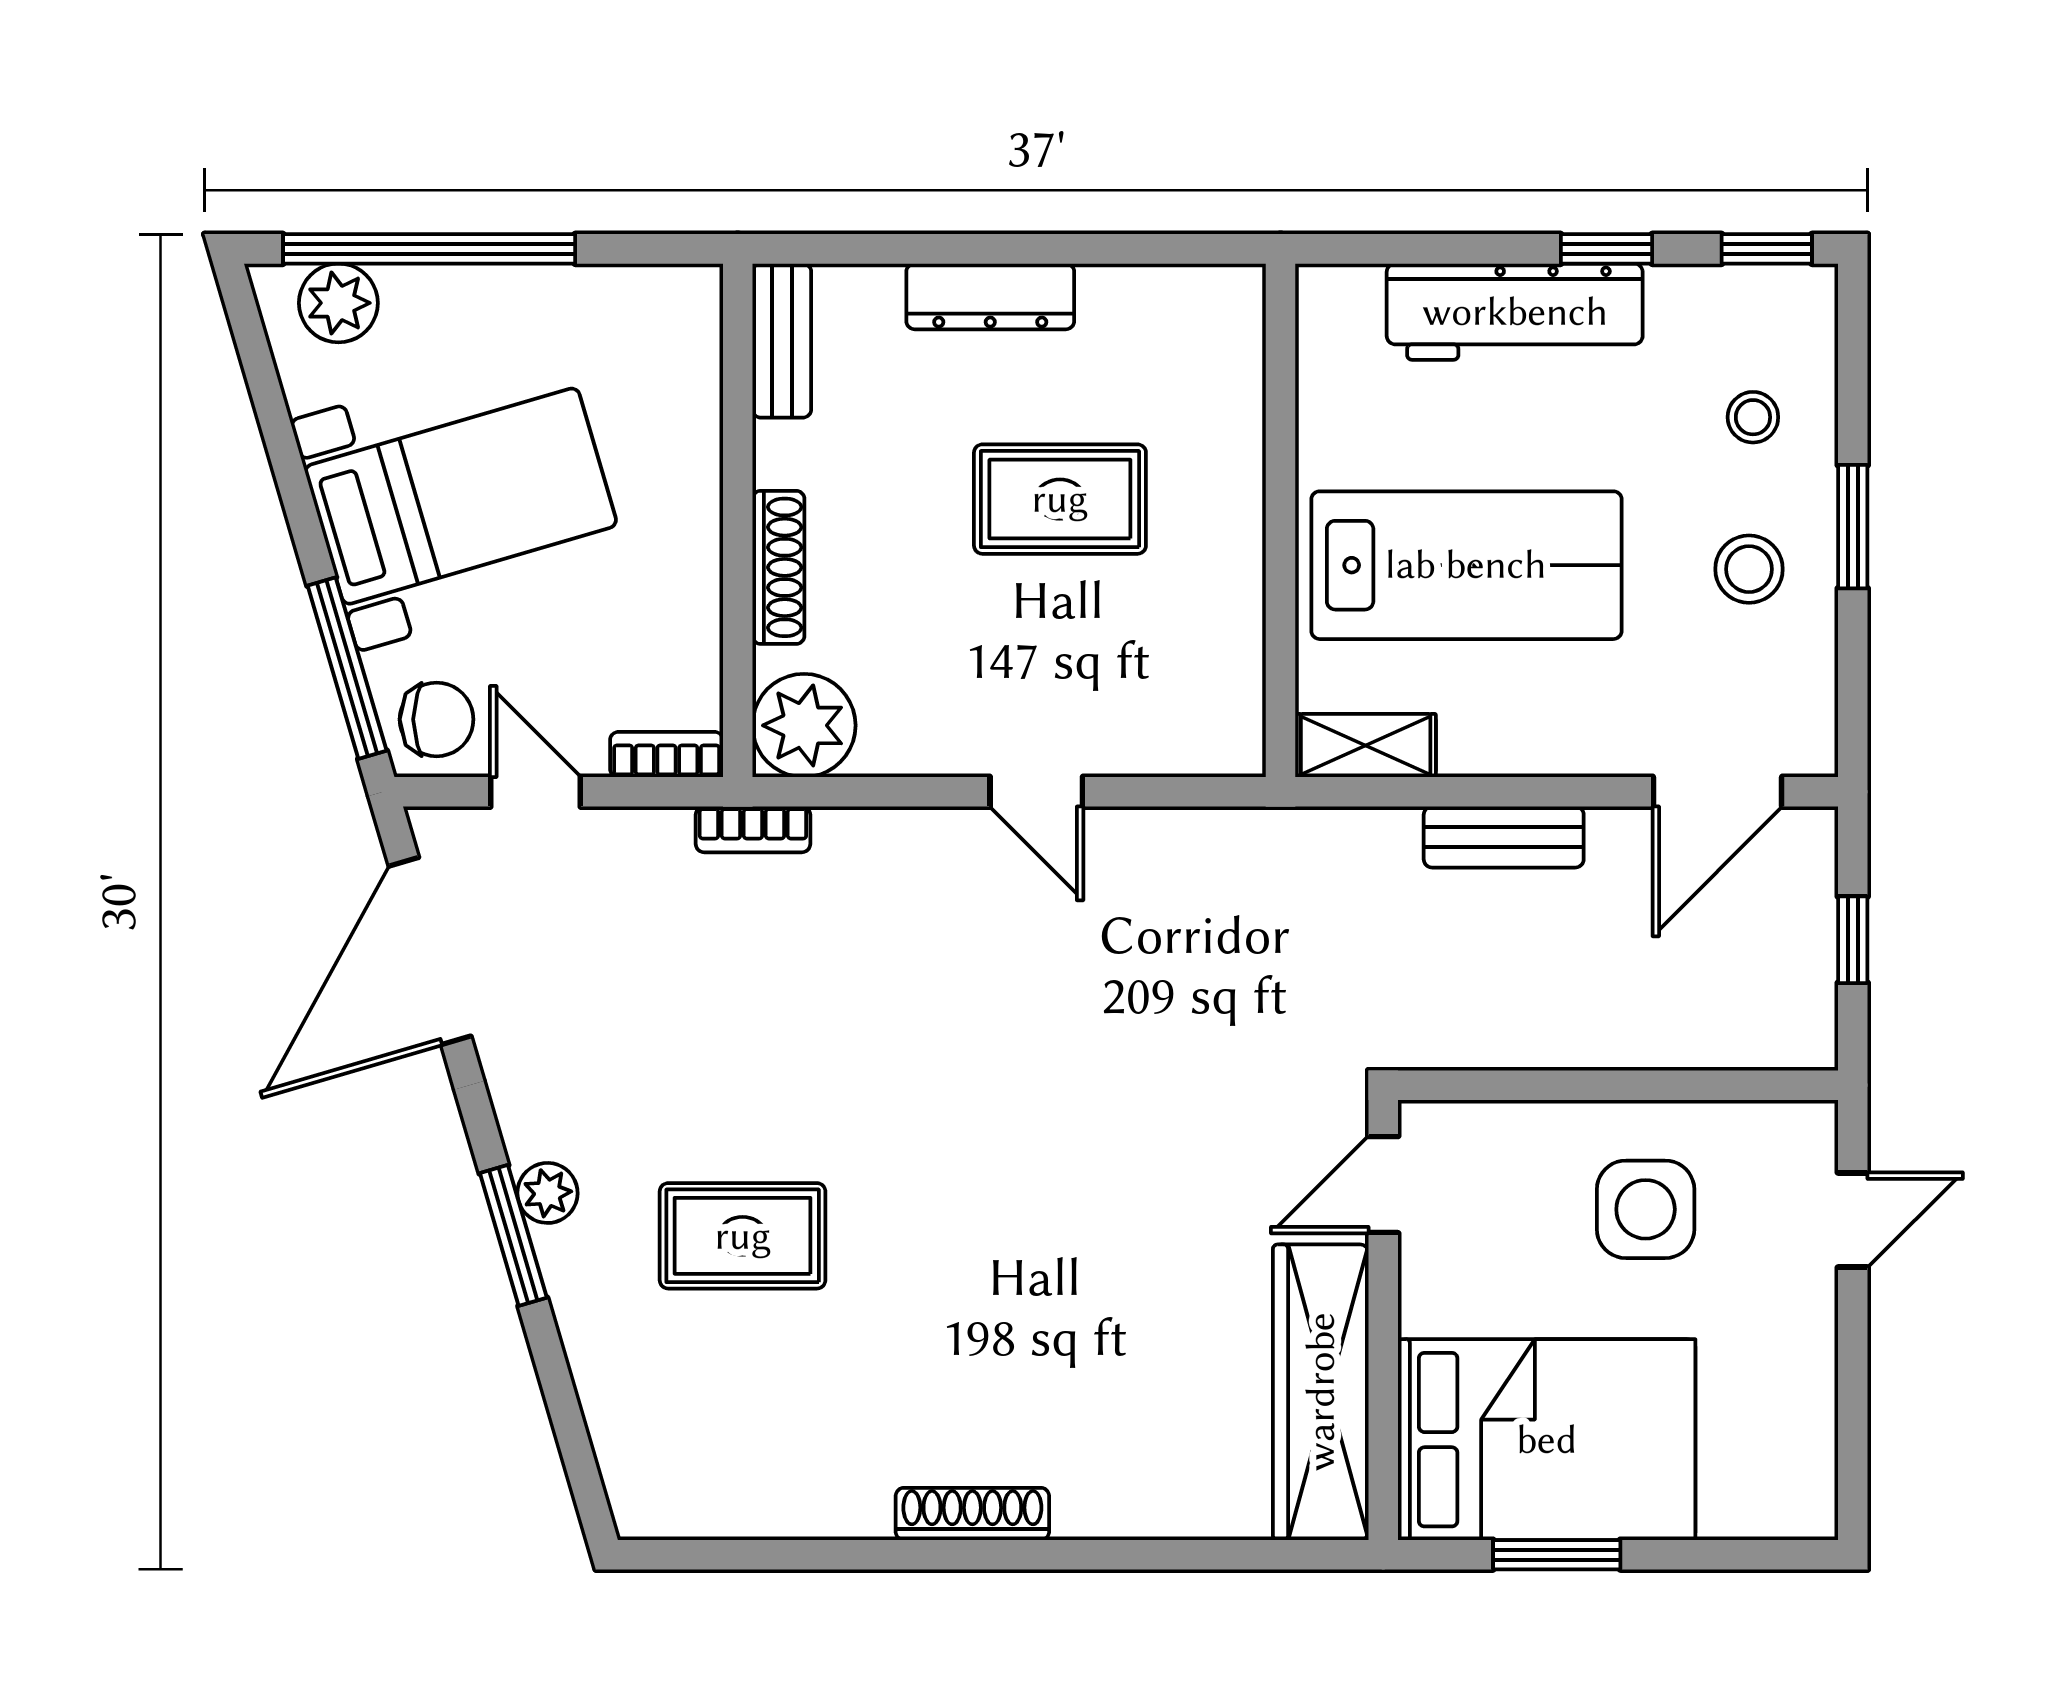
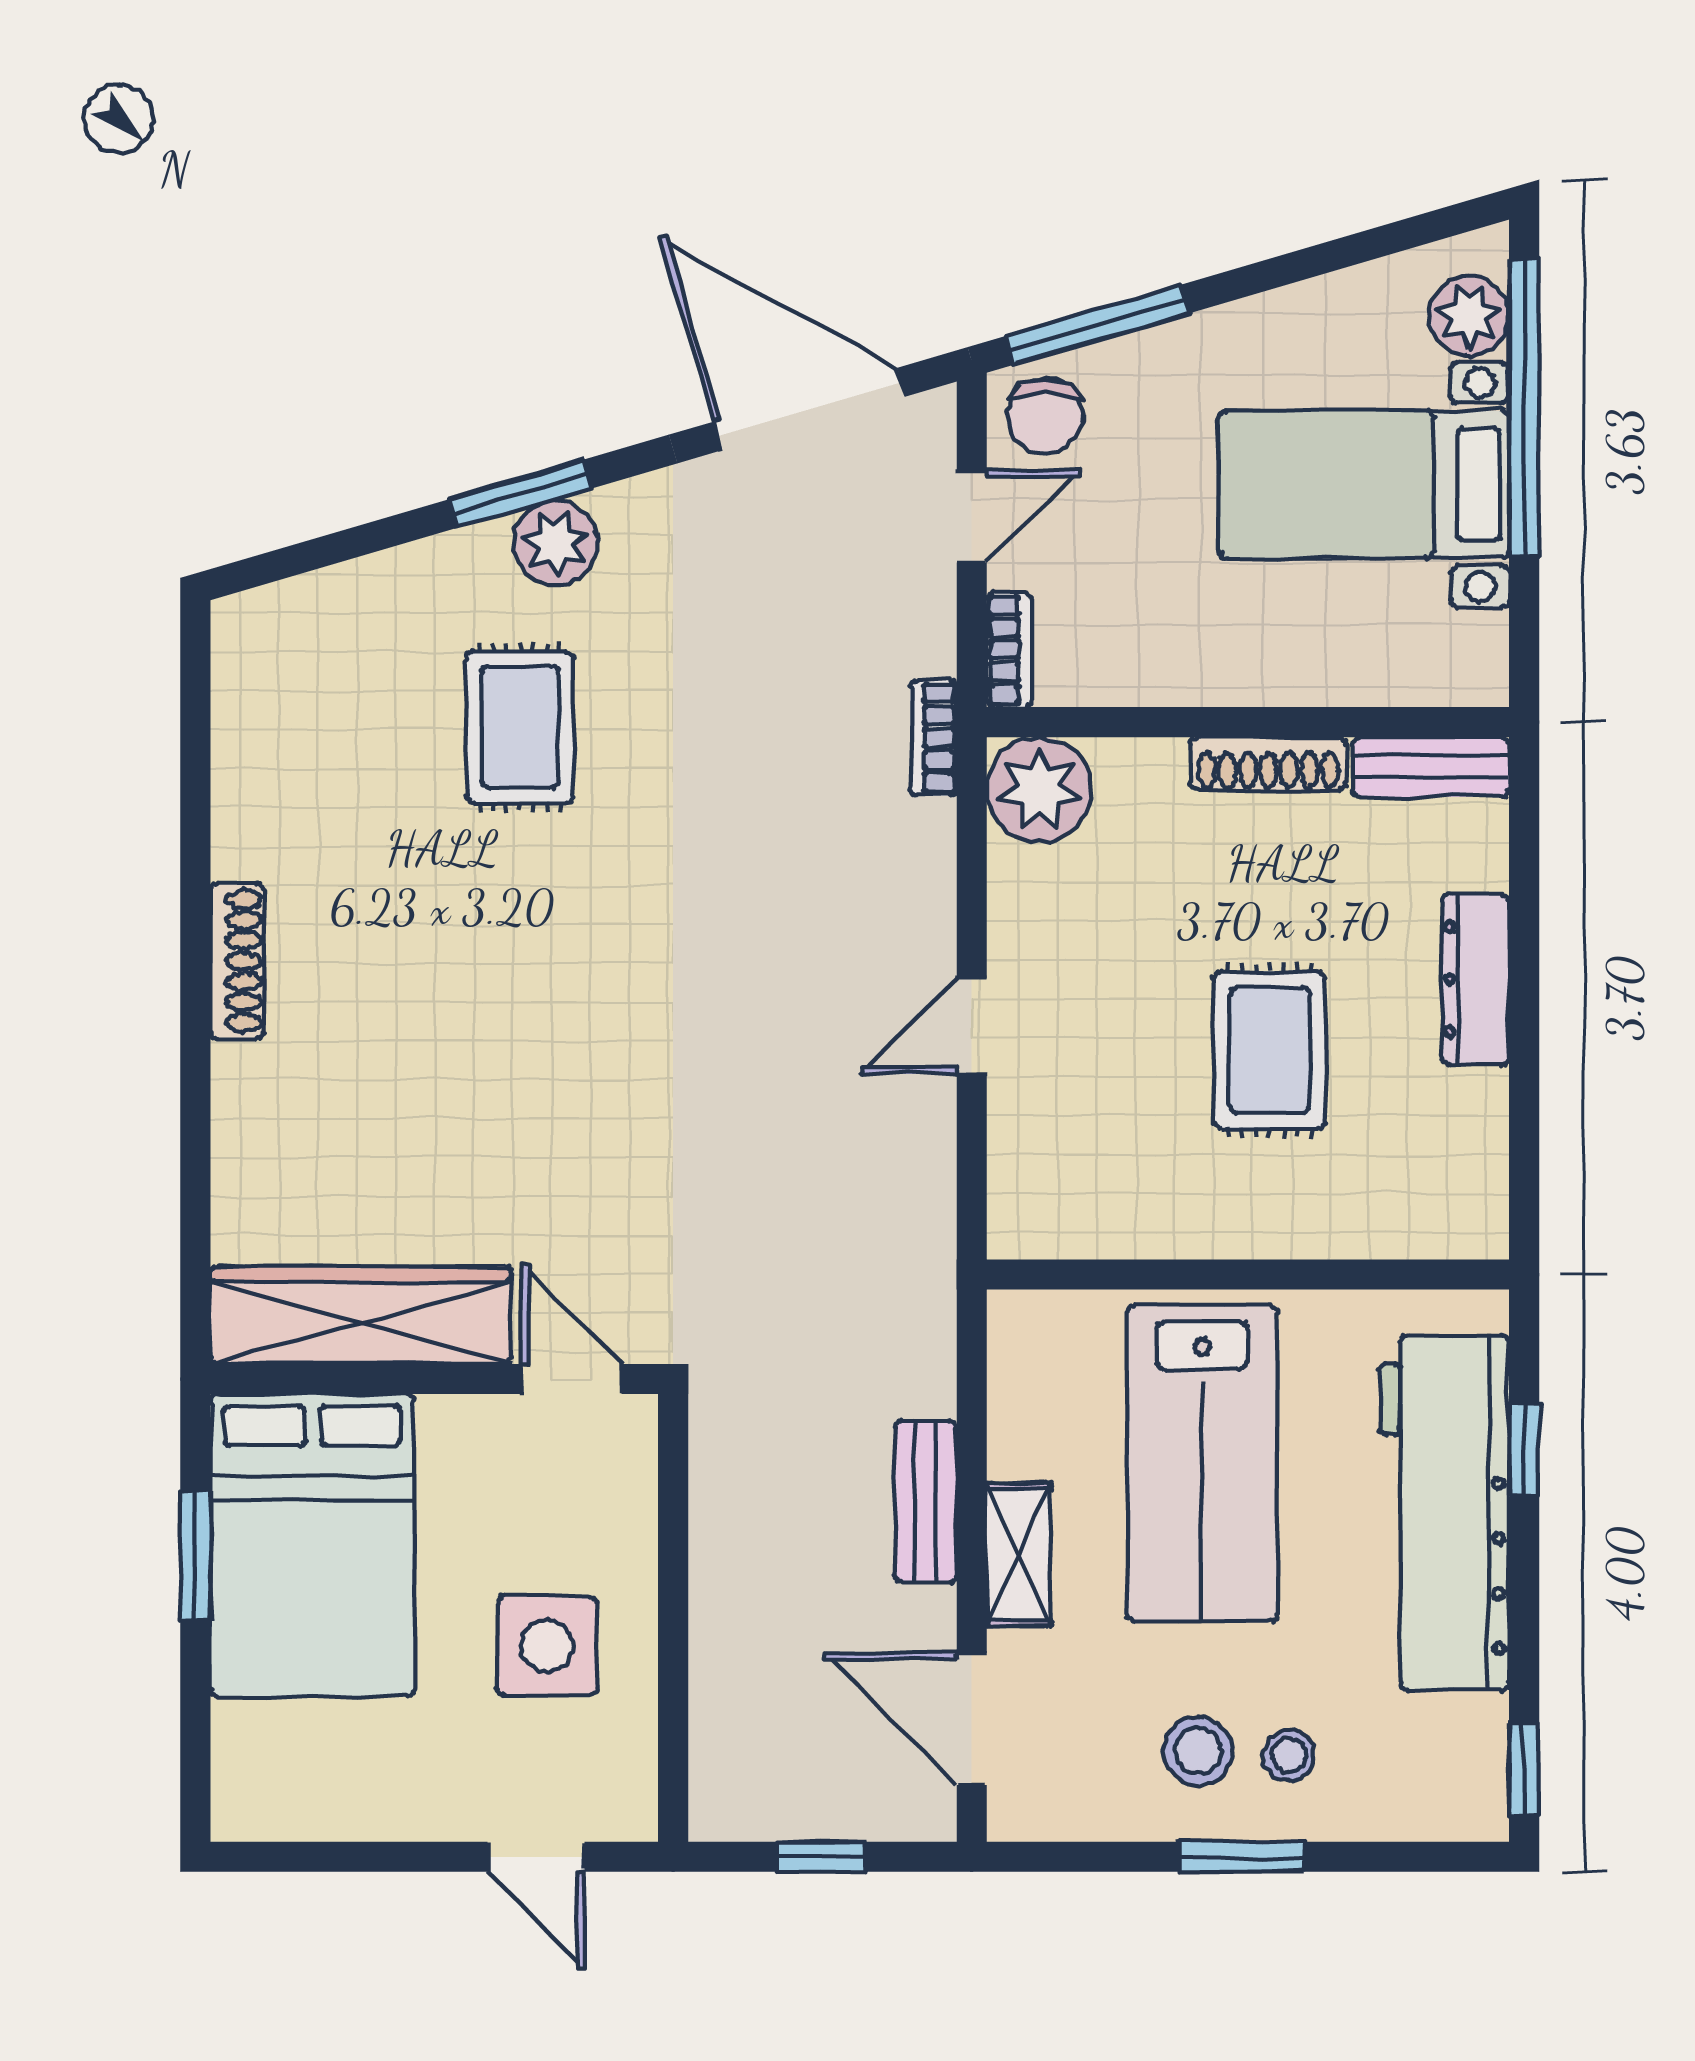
window: (1606, 249) -> (1524, 1450), moved
workbench: (1515, 312) -> (1444, 1513), width x1.36, depth x1.32
stool: (1753, 417) -> (1289, 1755), moved
bed with nightstands: (461, 496) -> (1364, 485), moved, turned 106
shoe rack: (778, 567) -> (1269, 764), moved
shelving: (1366, 745) -> (1019, 1554), moved
plant: (547, 1193) -> (556, 543), width x1.38, depth x1.38

